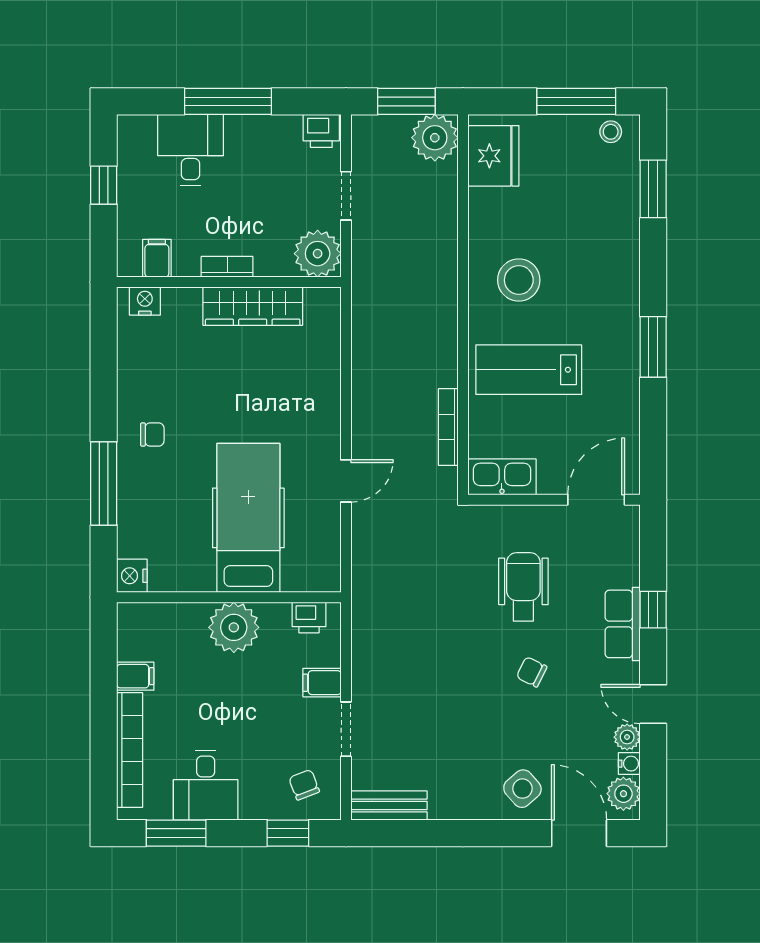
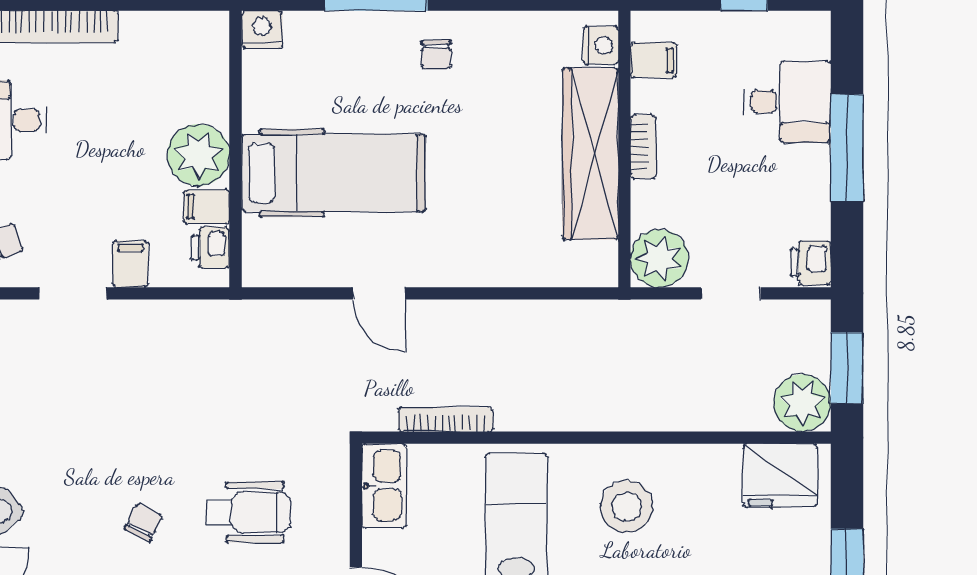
wardrobe: (253, 306) -> (591, 154), width x1.40, depth x1.17
filing cabinet: (135, 676) -> (207, 207), moved, turned 90

